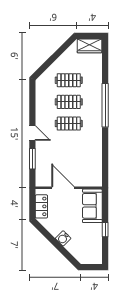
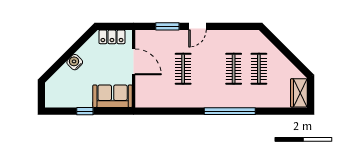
clothes rail: (69, 124) -> (183, 69), moved
door: (63, 188) -> (134, 62), hinge flipped

